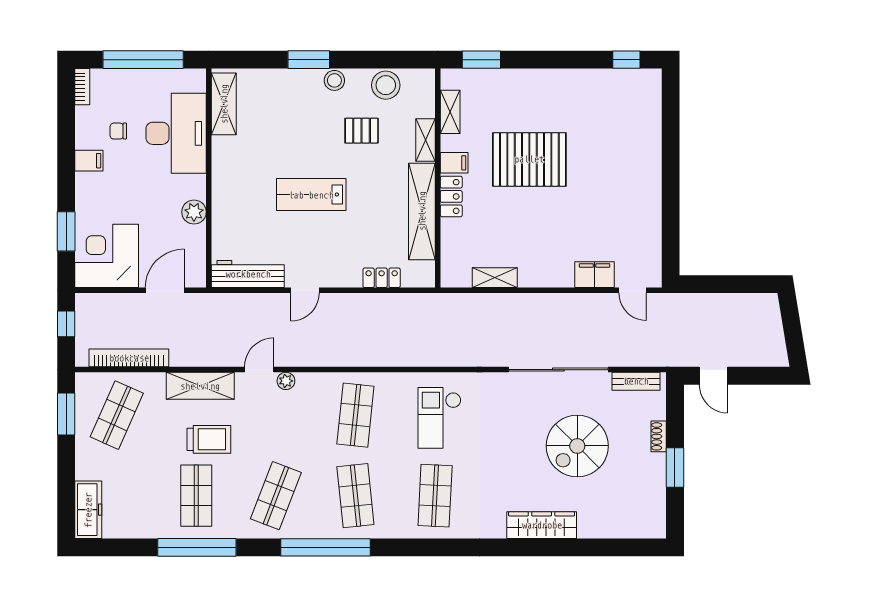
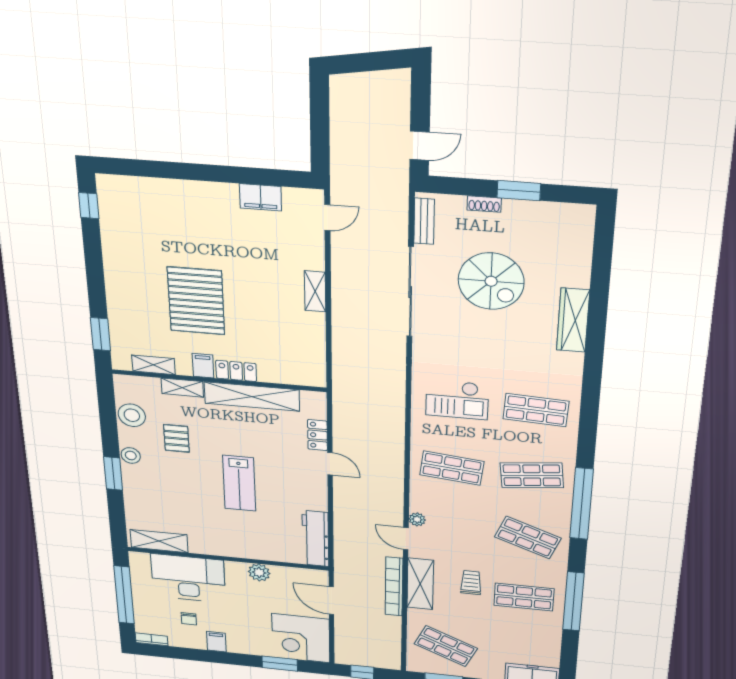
filing cabinet: (595, 275) -> (260, 197), moved, turned -90
shelving: (495, 278) -> (315, 291), moved
door: (305, 290) -> (330, 464), moved
bookcase: (129, 358) -> (394, 587), moved
trolley: (209, 439) -> (471, 582), width x0.73, depth x0.72

